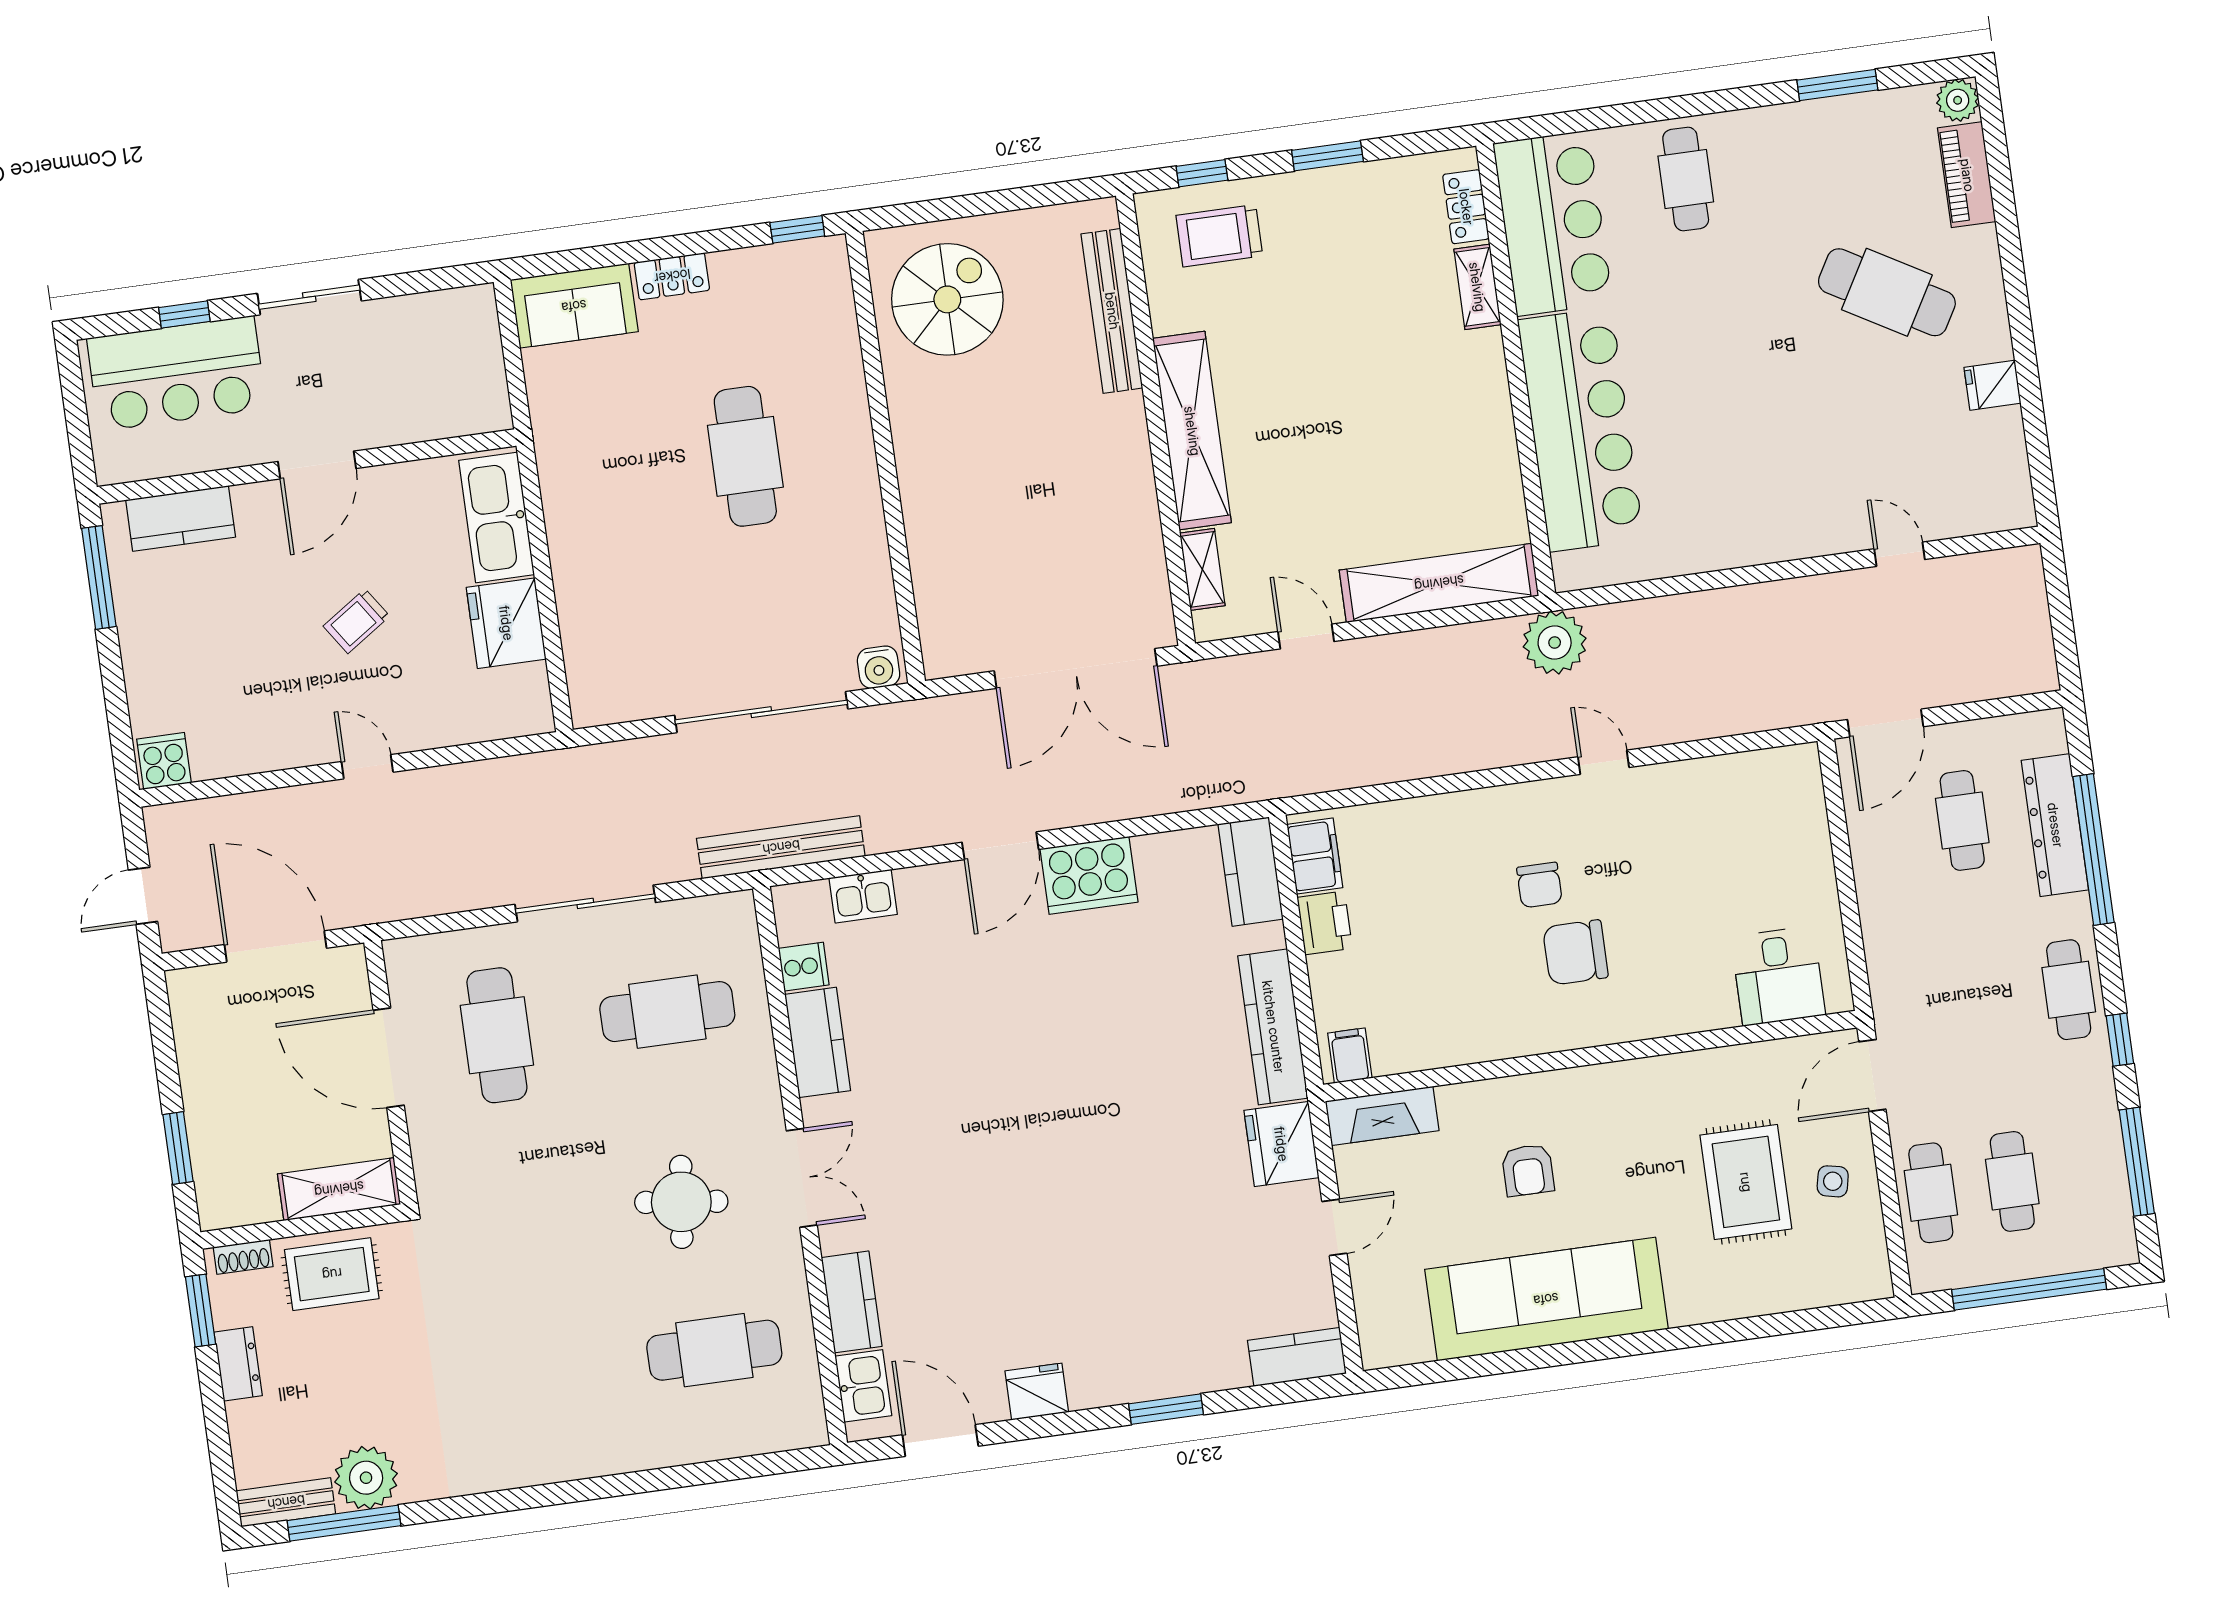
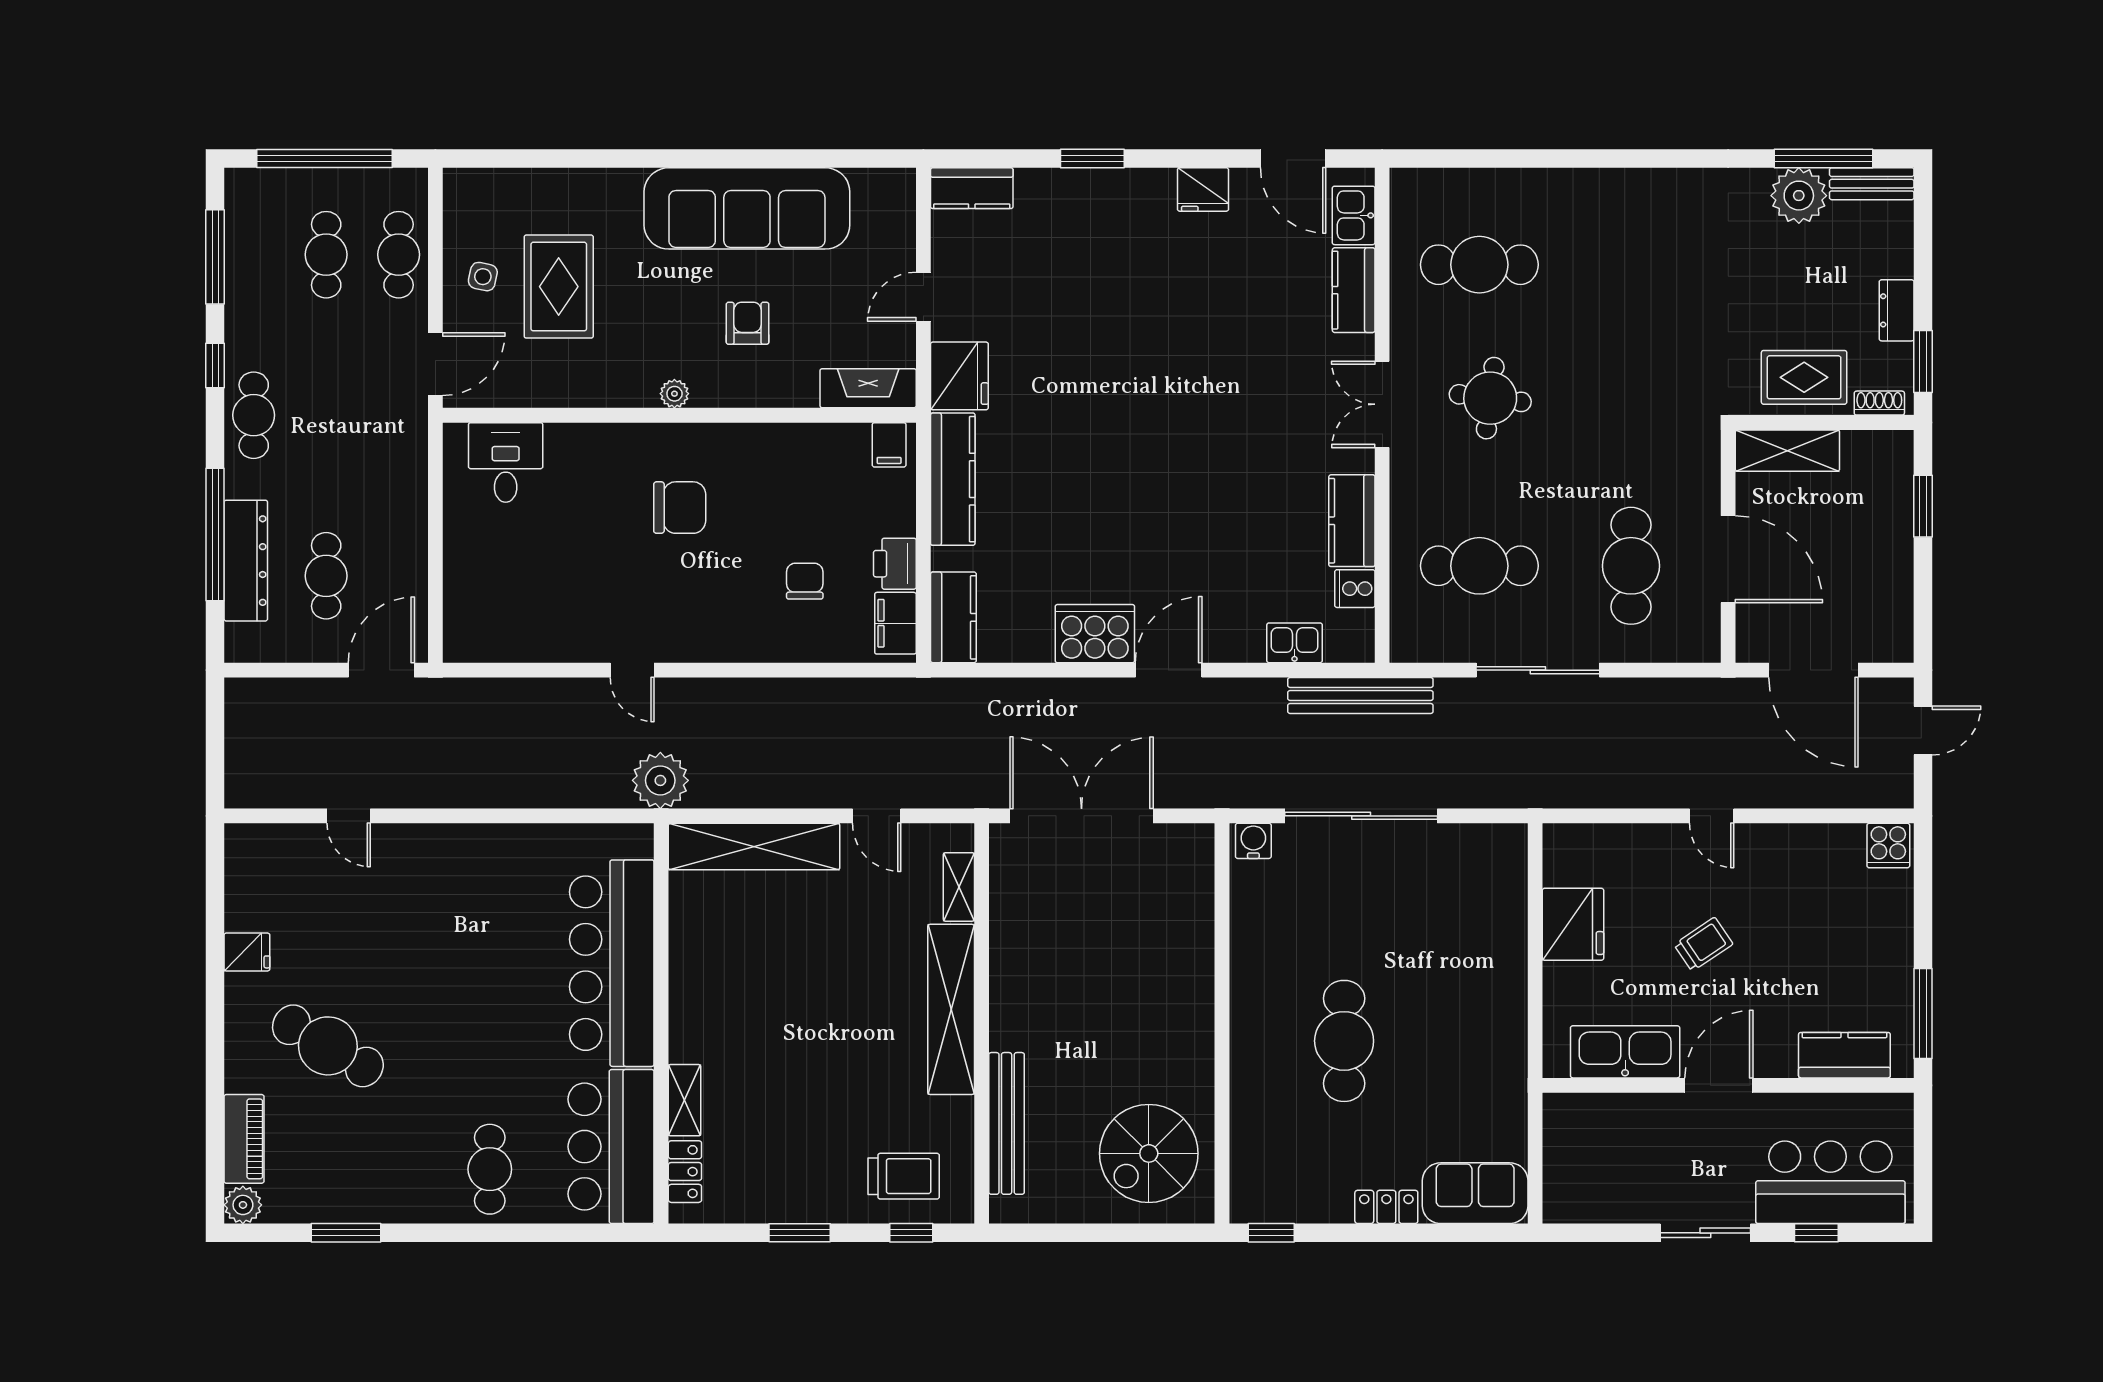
kitchen sink: (497, 517) -> (1625, 1052), moved, turned -90
chair: (1539, 885) -> (805, 581), moved
plant: (1599, 1080) -> (674, 394), added

